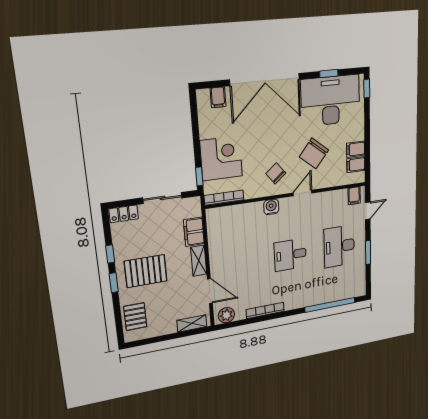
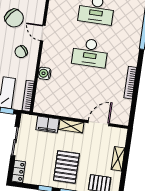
water cooler: (271, 207) -> (44, 73), moved
desk: (290, 255) -> (90, 53), width x1.37
plant: (226, 315) -> (123, 115), removed
shelving: (192, 323) -> (118, 159), moved

